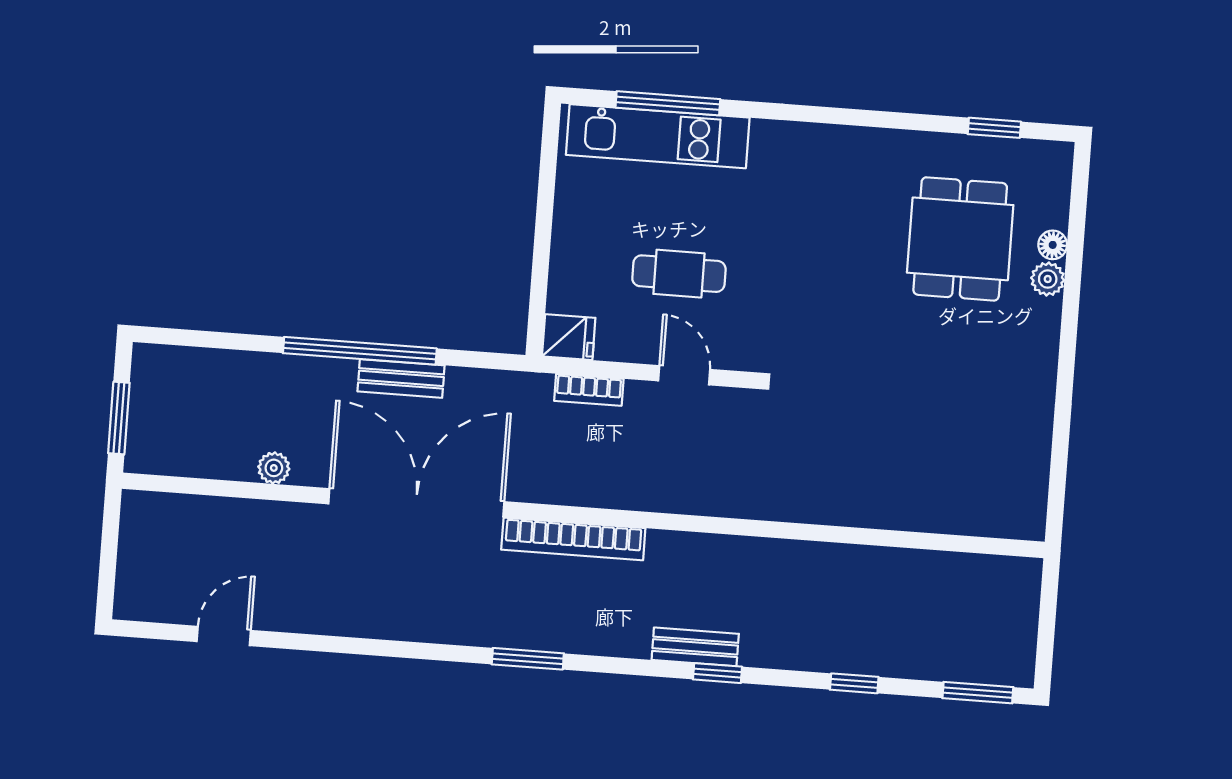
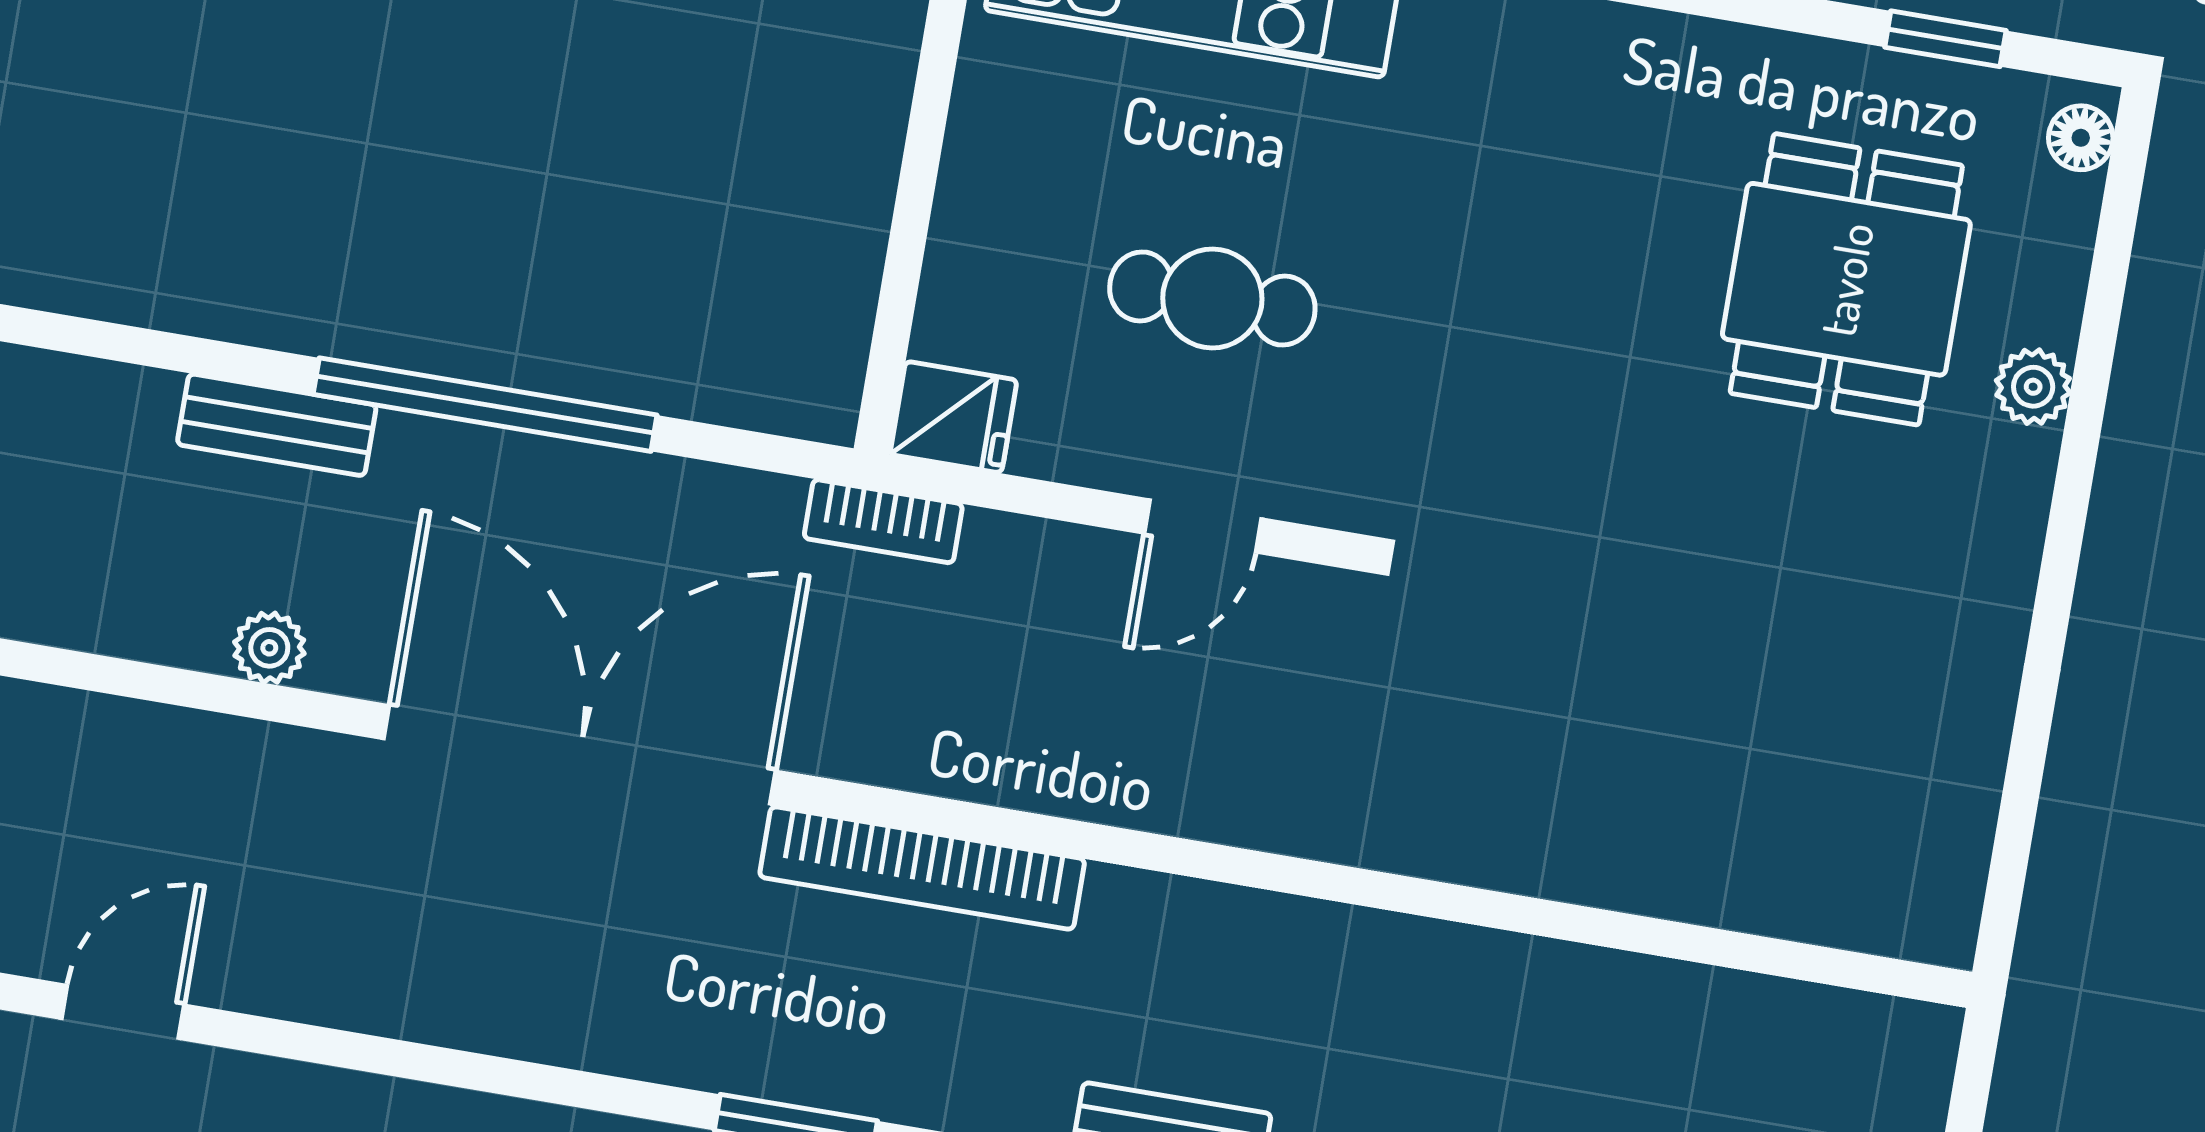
floor lamp: (1053, 245) -> (2081, 138), moved
door: (684, 375) -> (1203, 526), swing flipped
bench: (401, 378) -> (277, 425), moved
bookcase: (589, 390) -> (883, 521), moved

